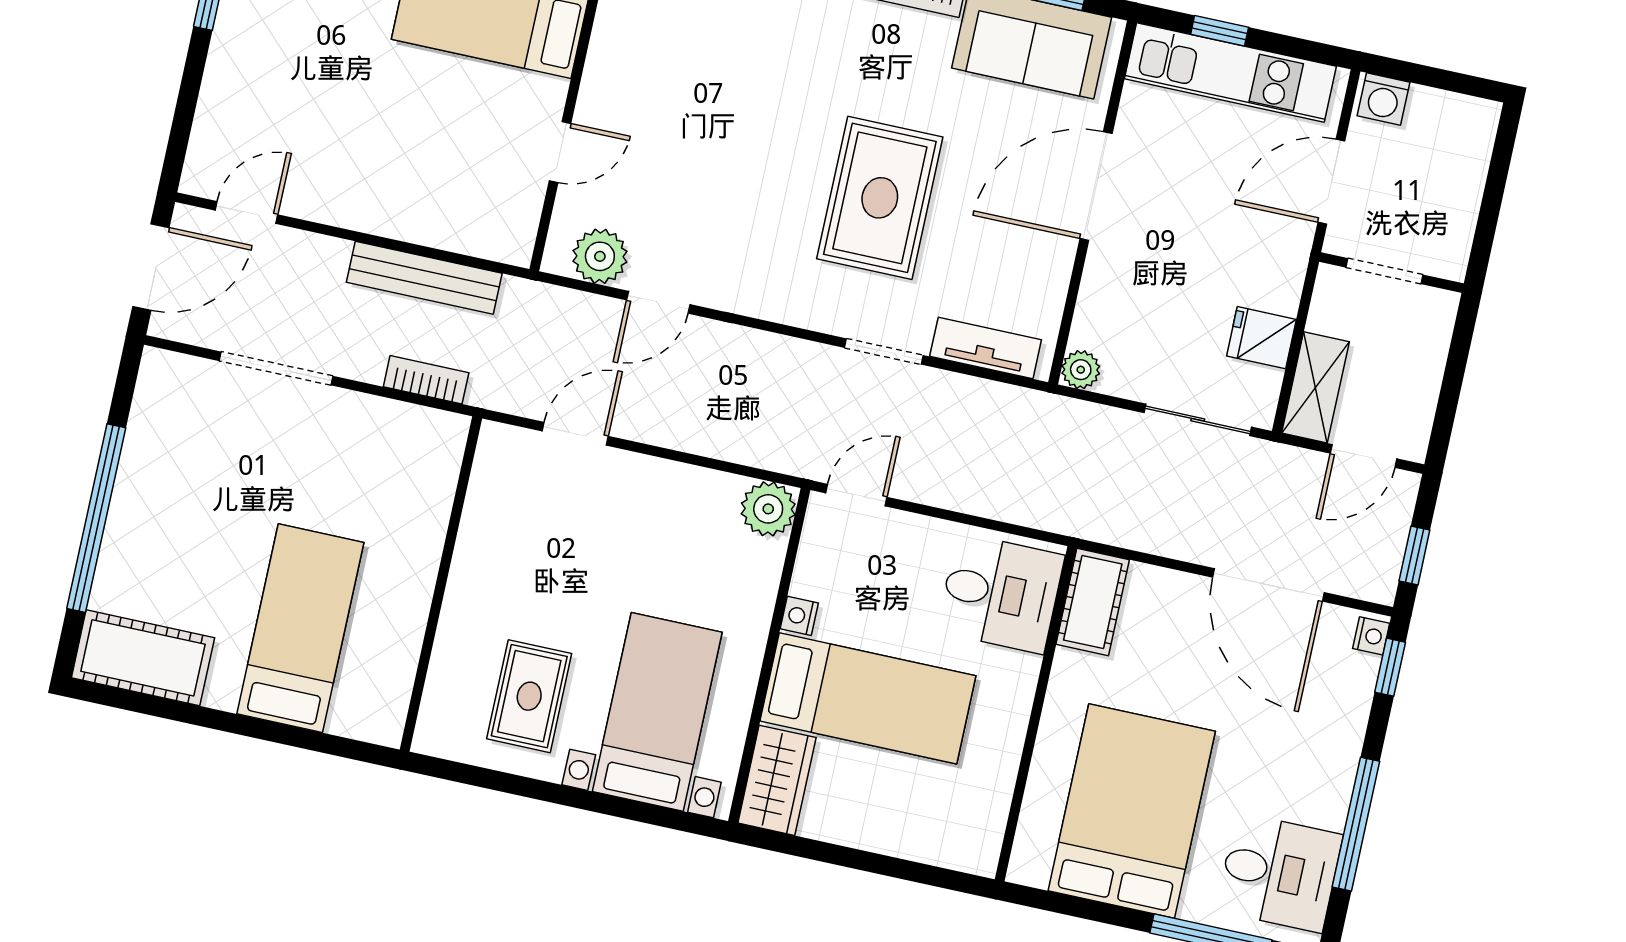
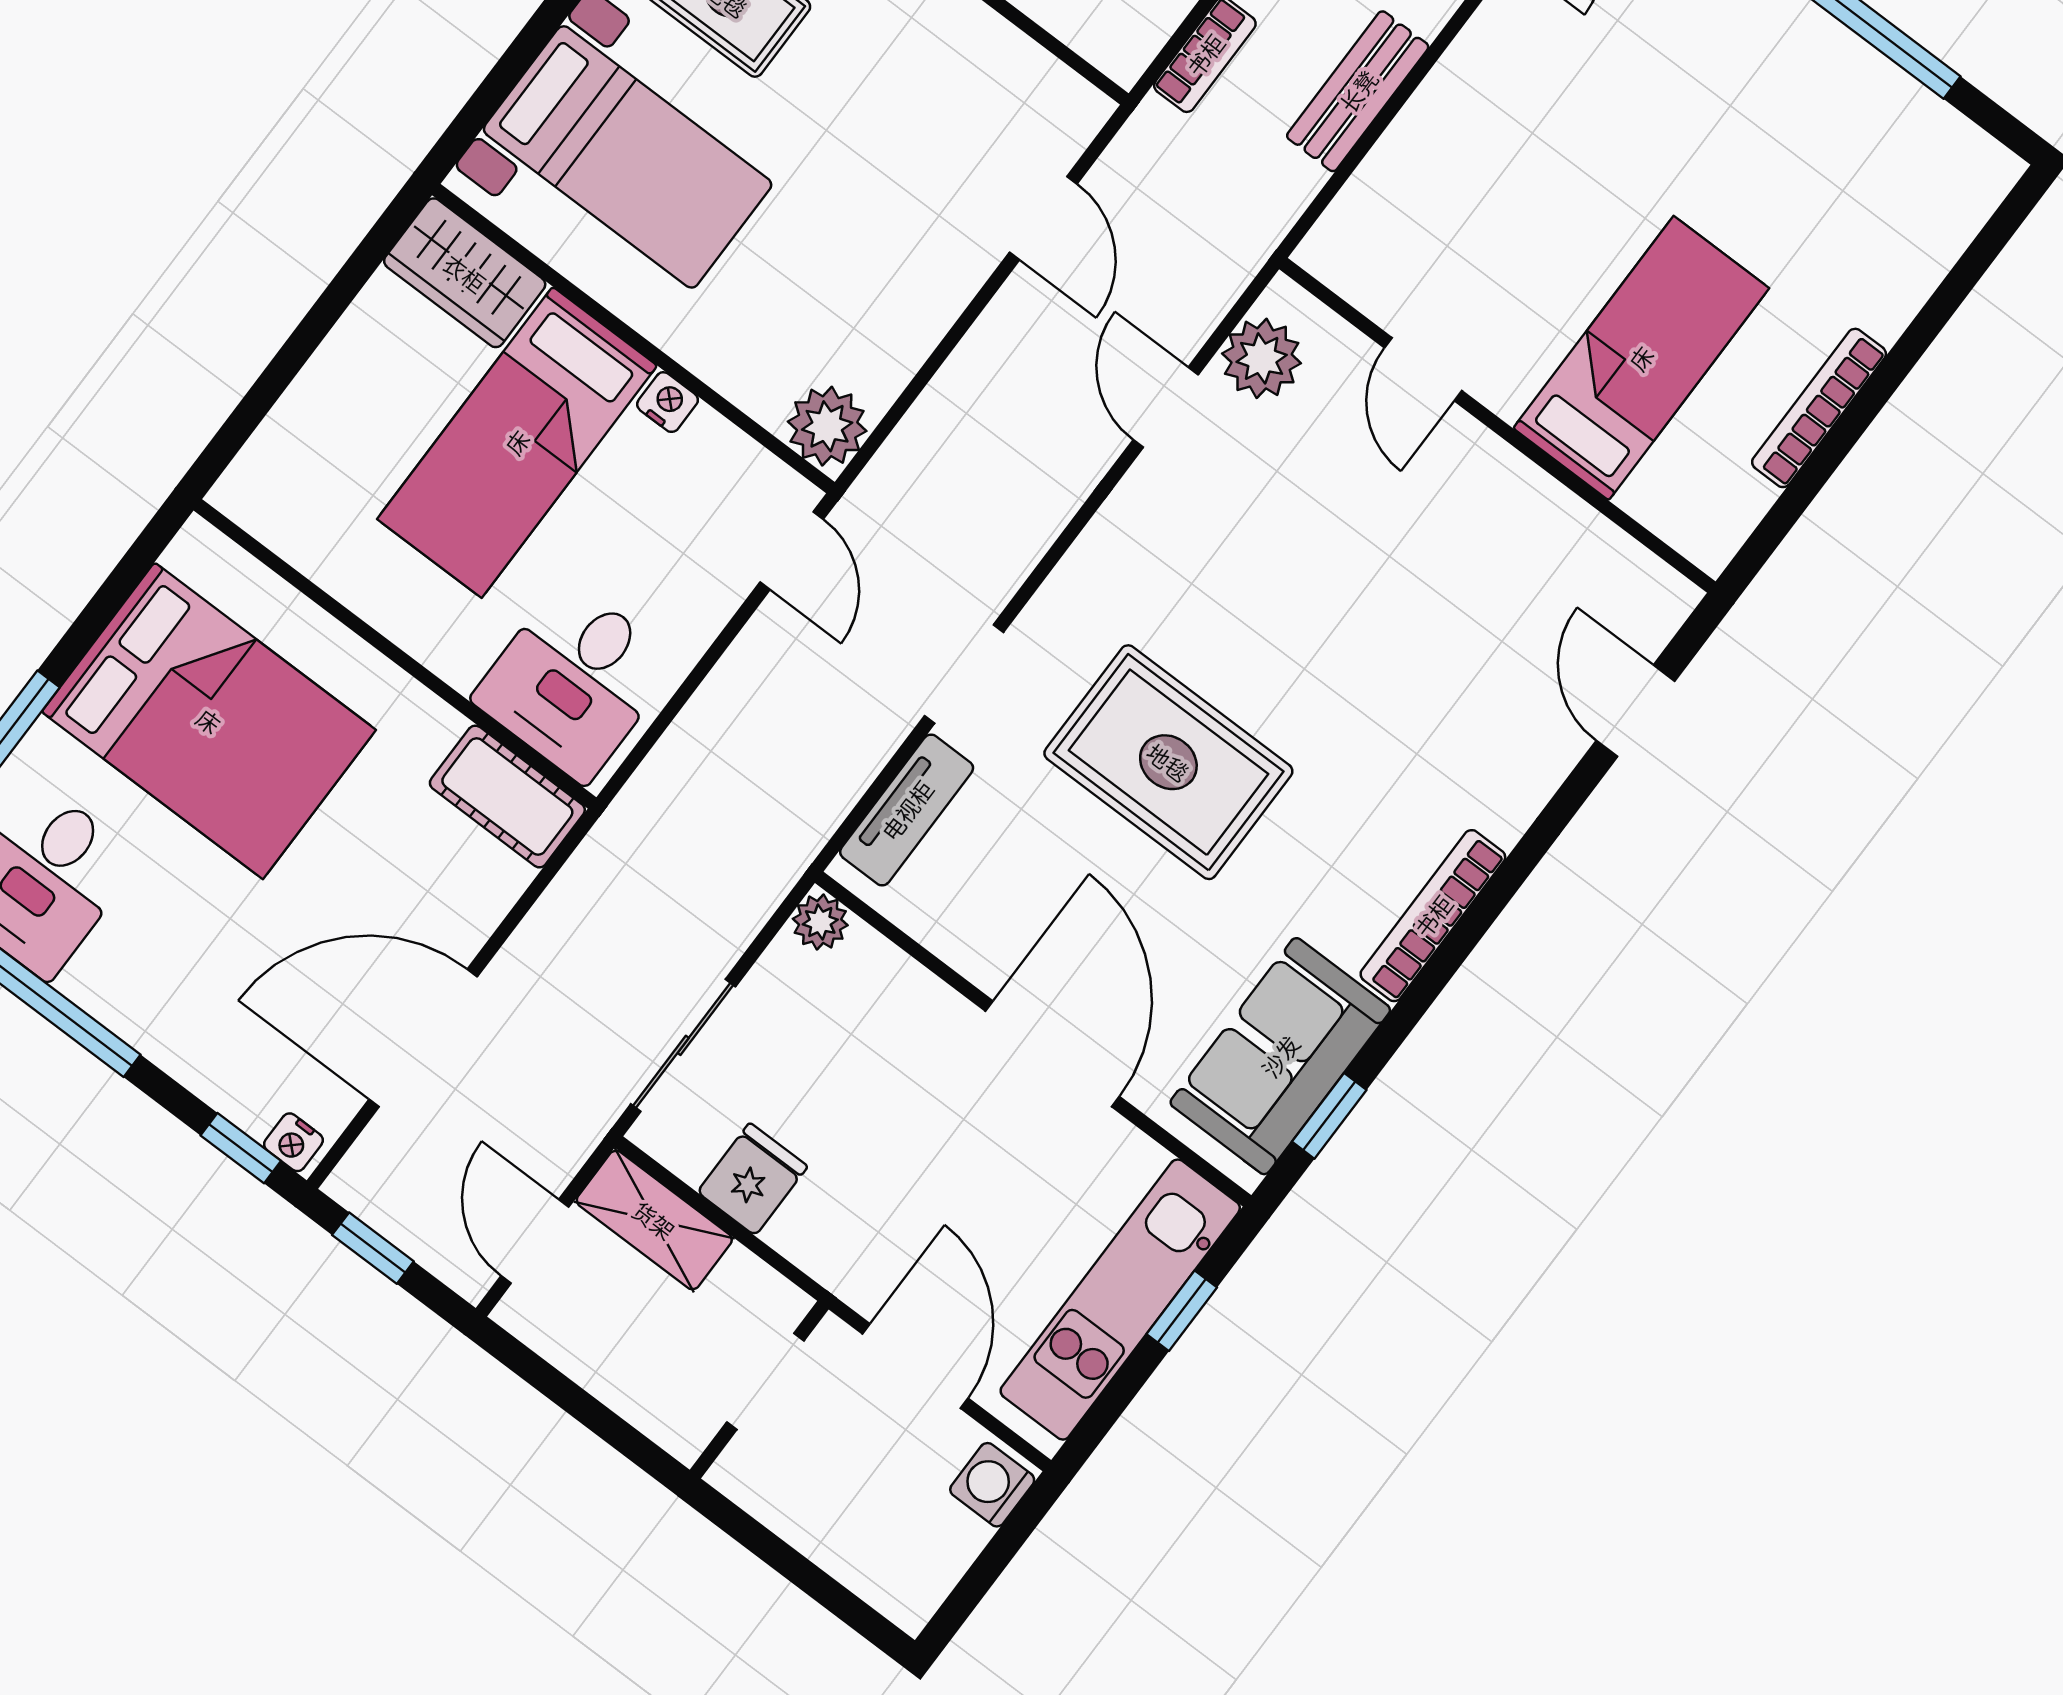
bench: (424, 278) -> (1358, 91), width x0.73

